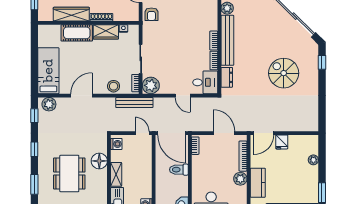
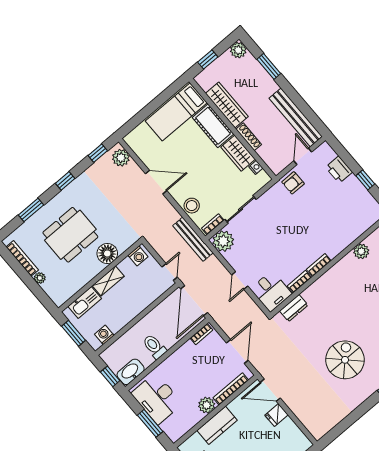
bench: (227, 40) -> (330, 278), removed
bed: (48, 71) -> (176, 112), moved, turned 180
toilet: (179, 170) -> (154, 347), moved

